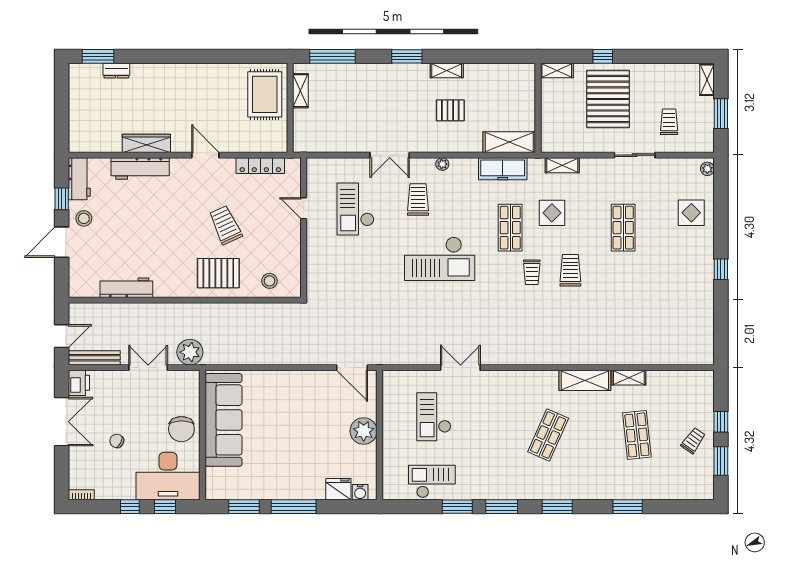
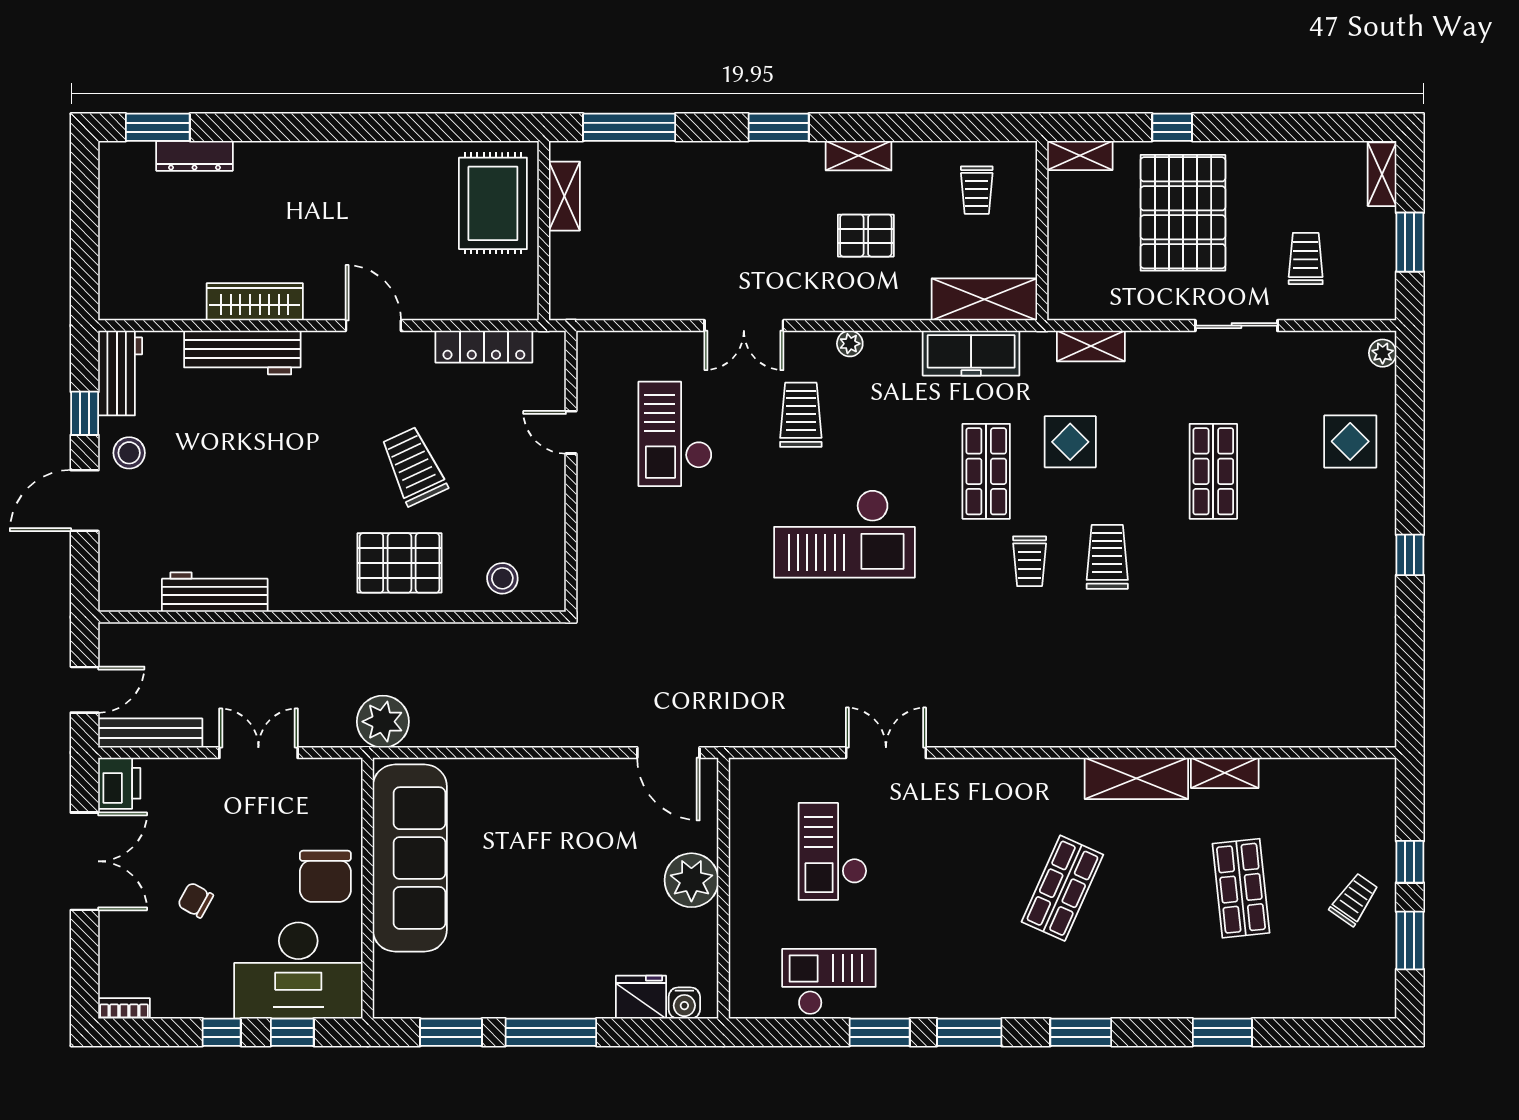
dresser: (116, 71) -> (194, 156), width x1.44
trolley: (505, 88) -> (977, 190), added
plant: (190, 352) -> (383, 722), moved

